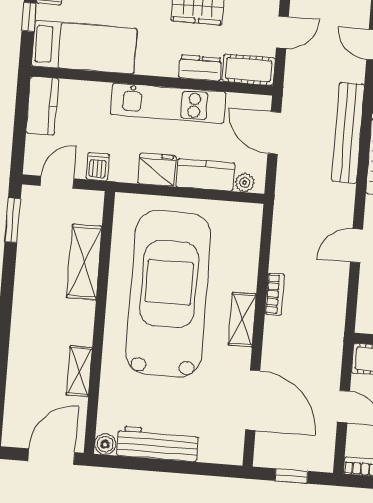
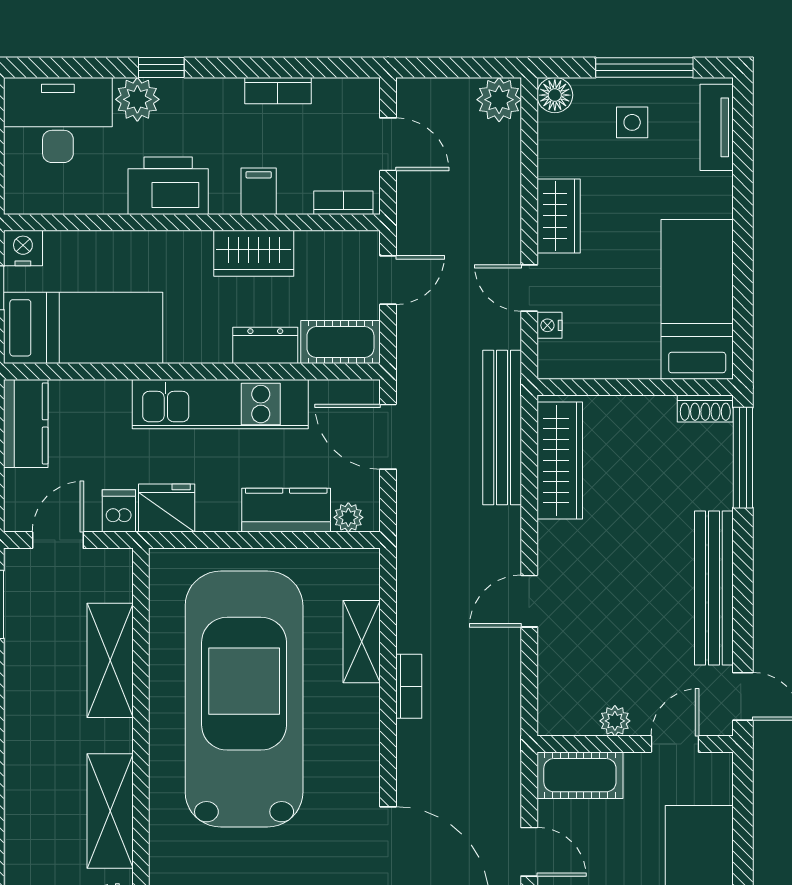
fridge: (157, 170) -> (167, 508), moved
shelving: (242, 319) -> (362, 642), moved
shelving: (79, 371) -> (110, 811), width x1.50, depth x1.33

